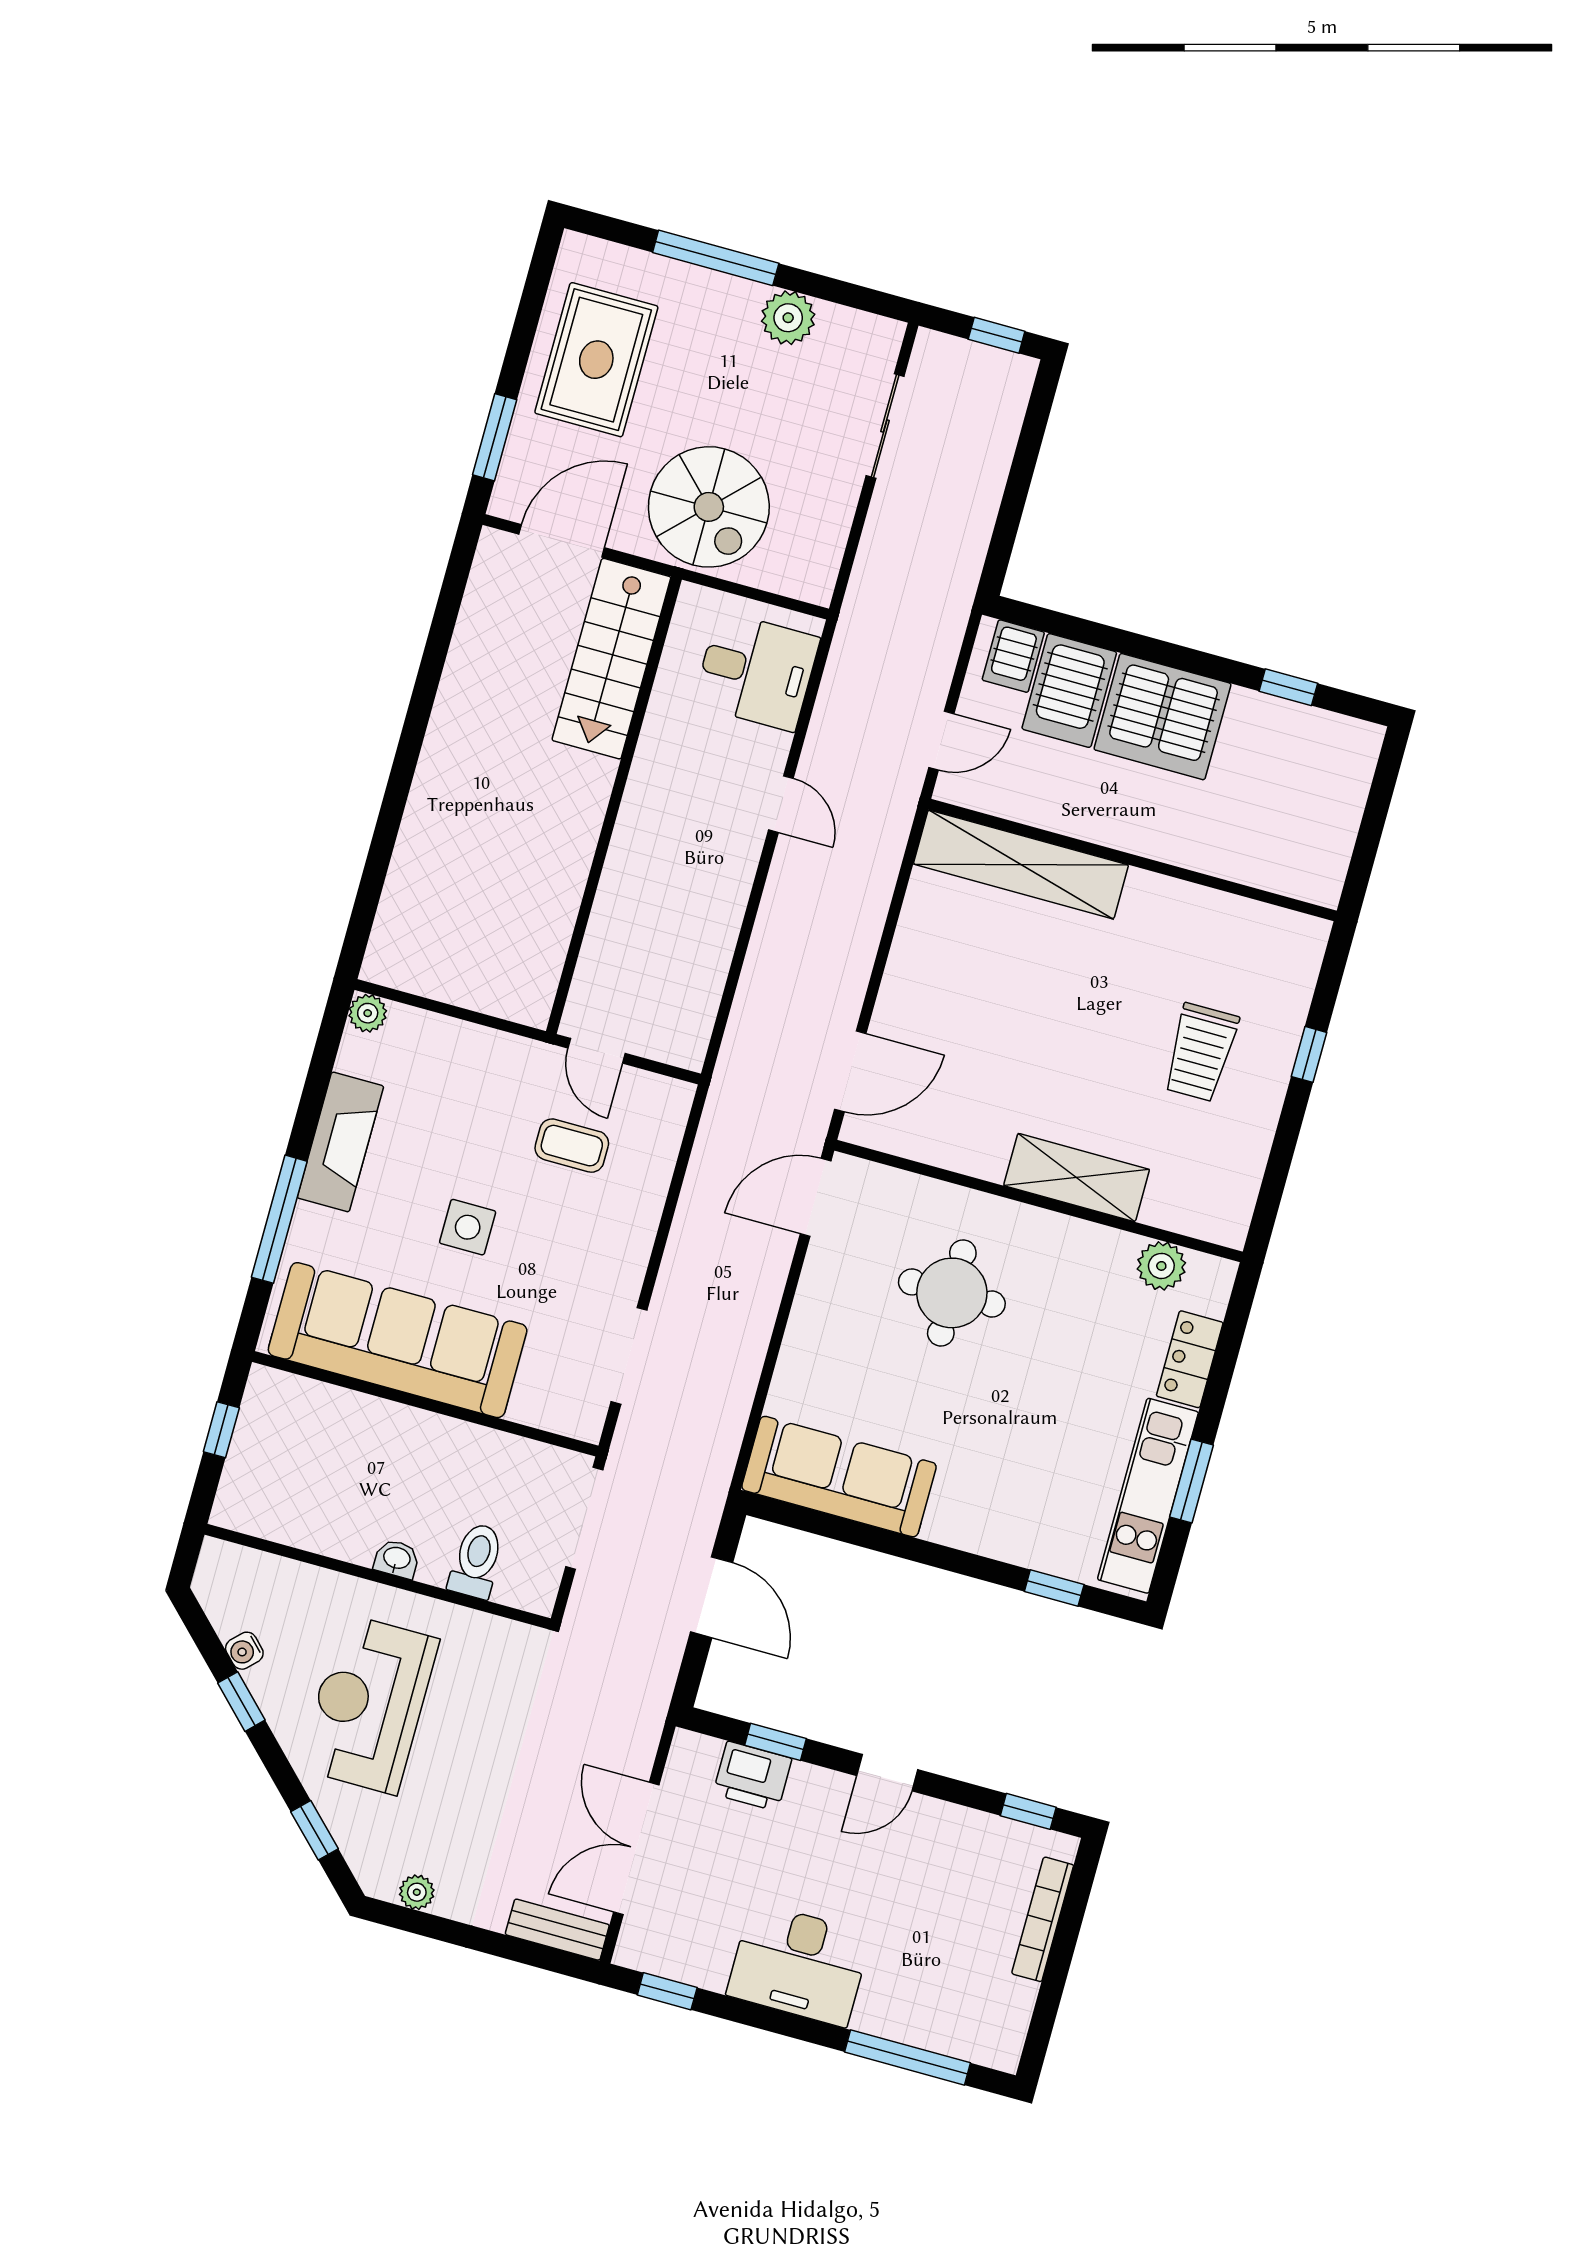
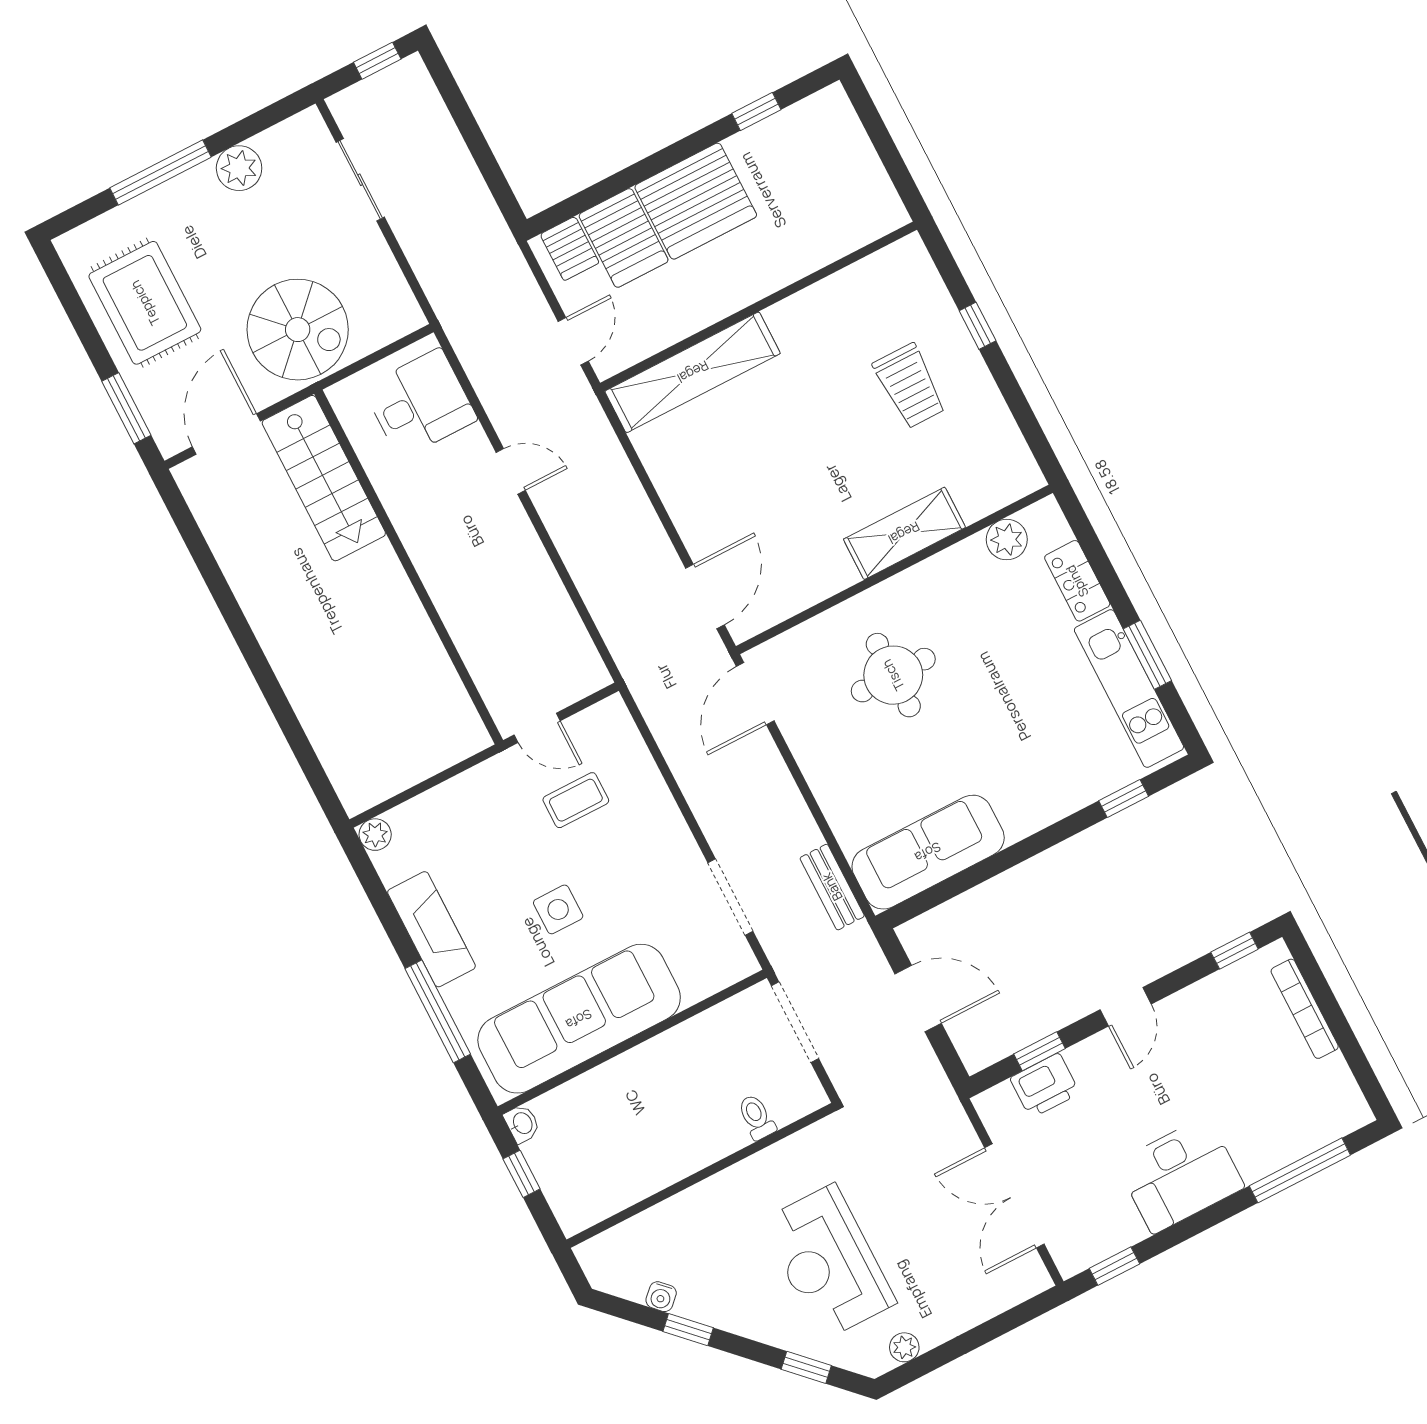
washbasin: (397, 1559) -> (522, 1124), moved, turned 90
toilet: (476, 1561) -> (757, 1117), width x0.73, depth x0.72
reception desk: (369, 1704) -> (828, 1262), moved
bench: (557, 1930) -> (832, 887), moved, turned 90

